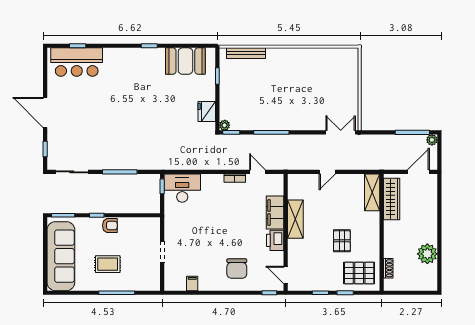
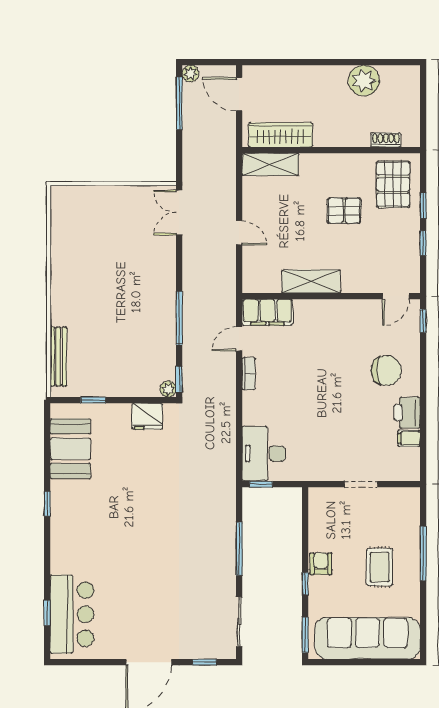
filing cabinet: (275, 213) -> (267, 312), moved
printer: (275, 240) -> (407, 413), moved, turned 90

